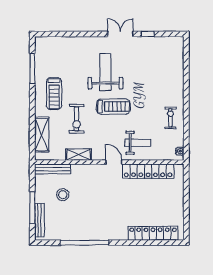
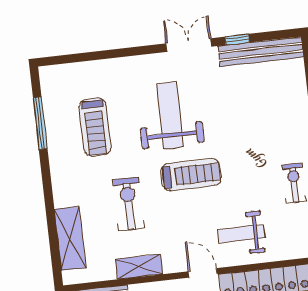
bench: (160, 42) -> (261, 52), added
treadmill: (54, 93) -> (95, 127), moved
exercise bike: (77, 119) -> (129, 204), turned 180
weight bench: (138, 143) -> (241, 234), turned 180

